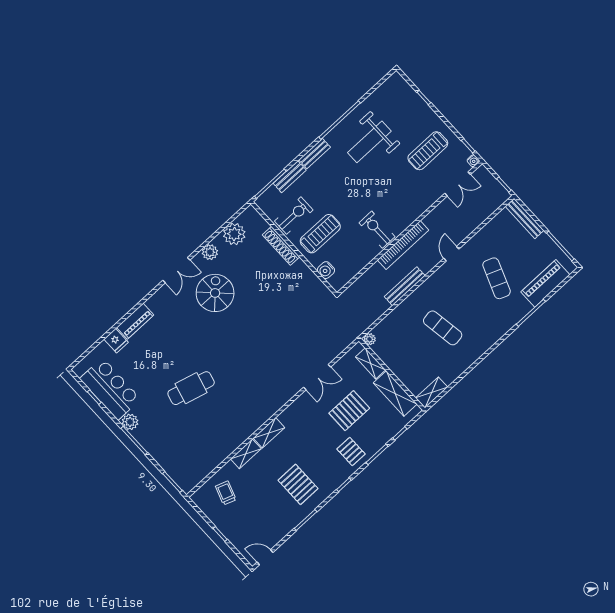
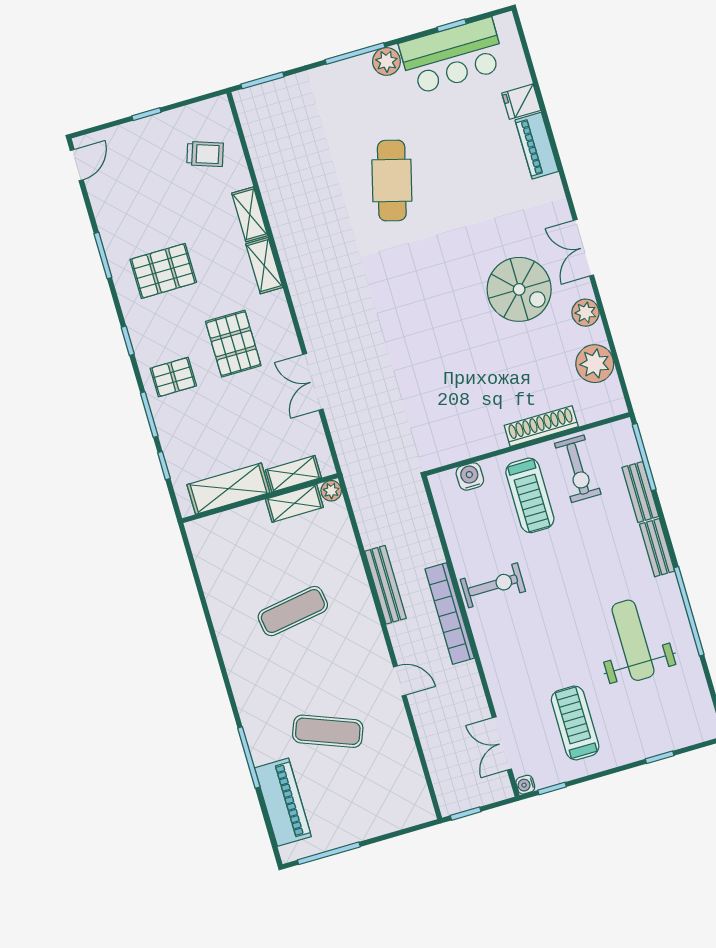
bench: (525, 218) -> (398, 820), removed
shelving: (432, 393) -> (294, 503), moved, turned 90
pallet: (349, 411) -> (233, 344), moved

